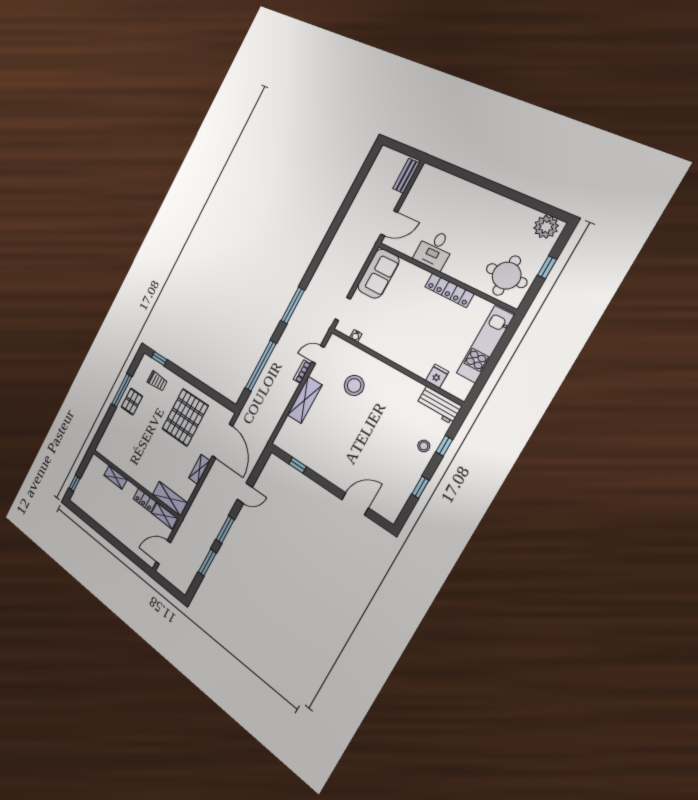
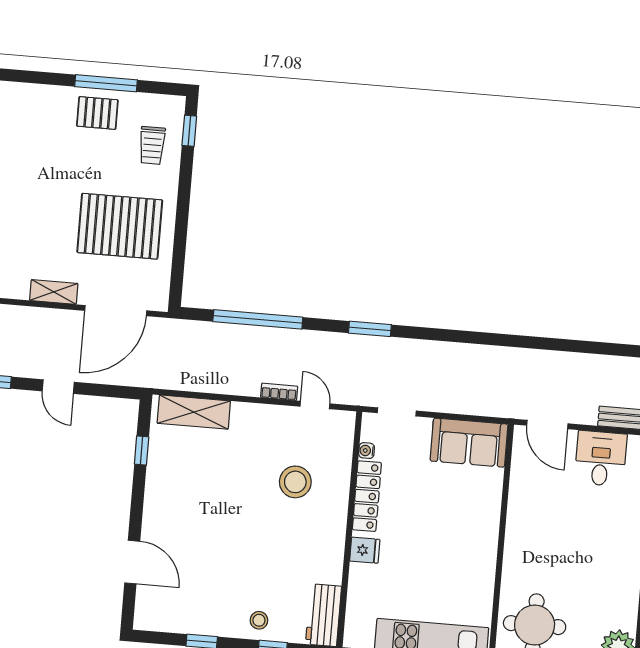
desk: (434, 250) -> (601, 459), moved, turned 90
locker: (449, 290) -> (367, 496), moved, turned 180
window: (293, 305) -> (370, 329), width x0.69
fridge: (437, 376) -> (365, 550), moved
shelving: (305, 400) -> (194, 412), moved

